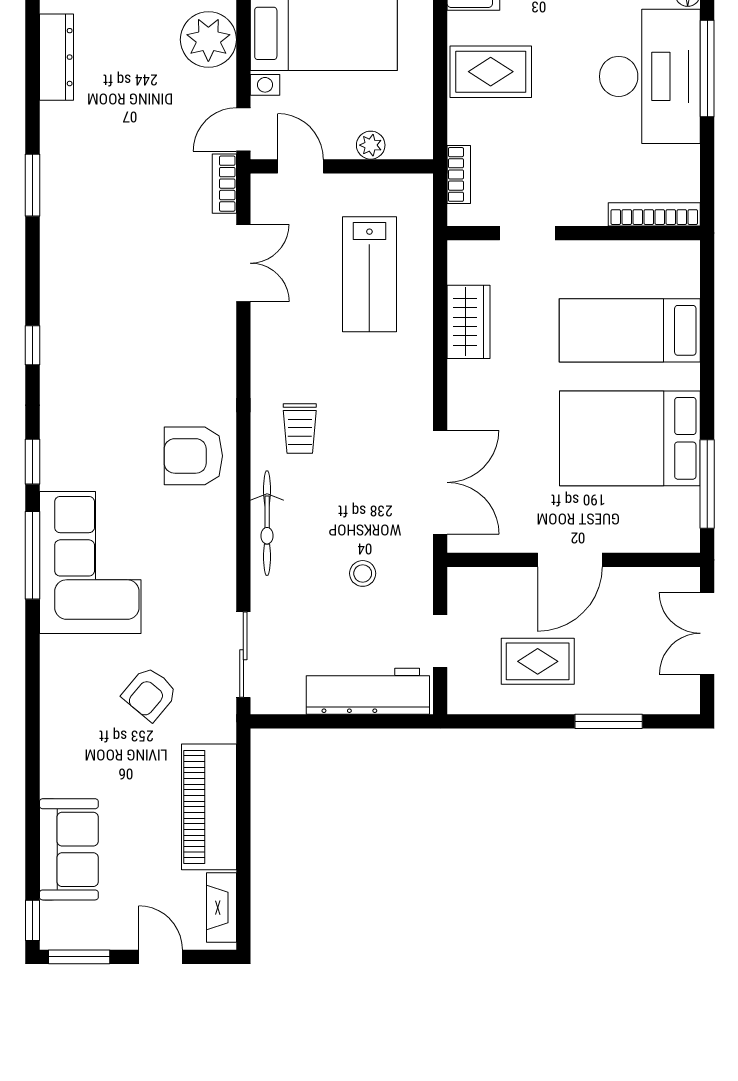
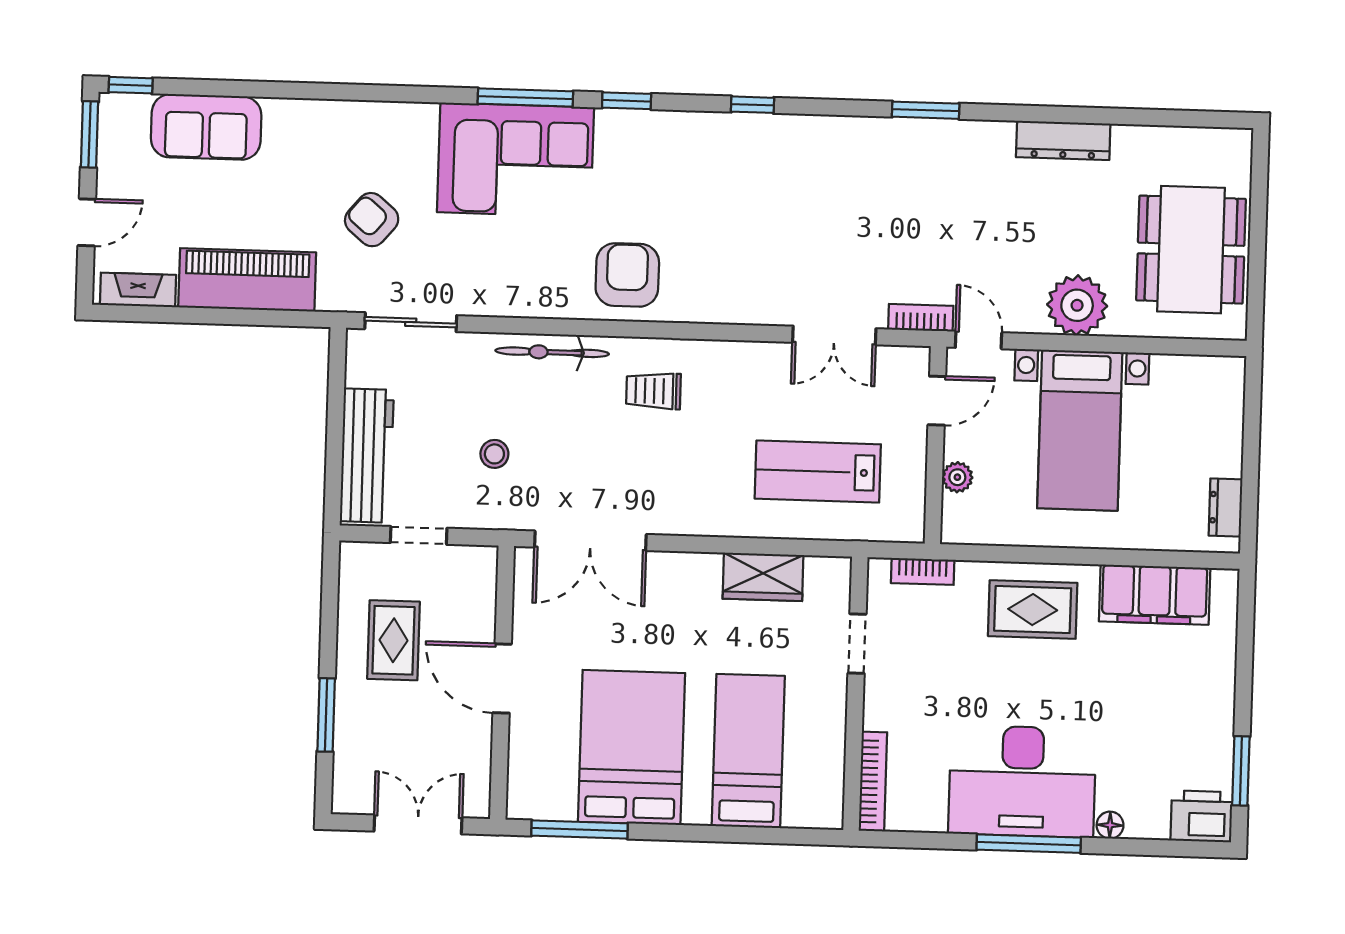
rug: (491, 72) -> (1033, 610), turned 90

